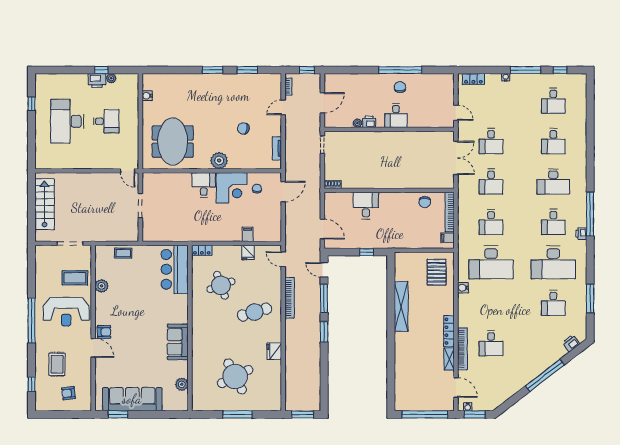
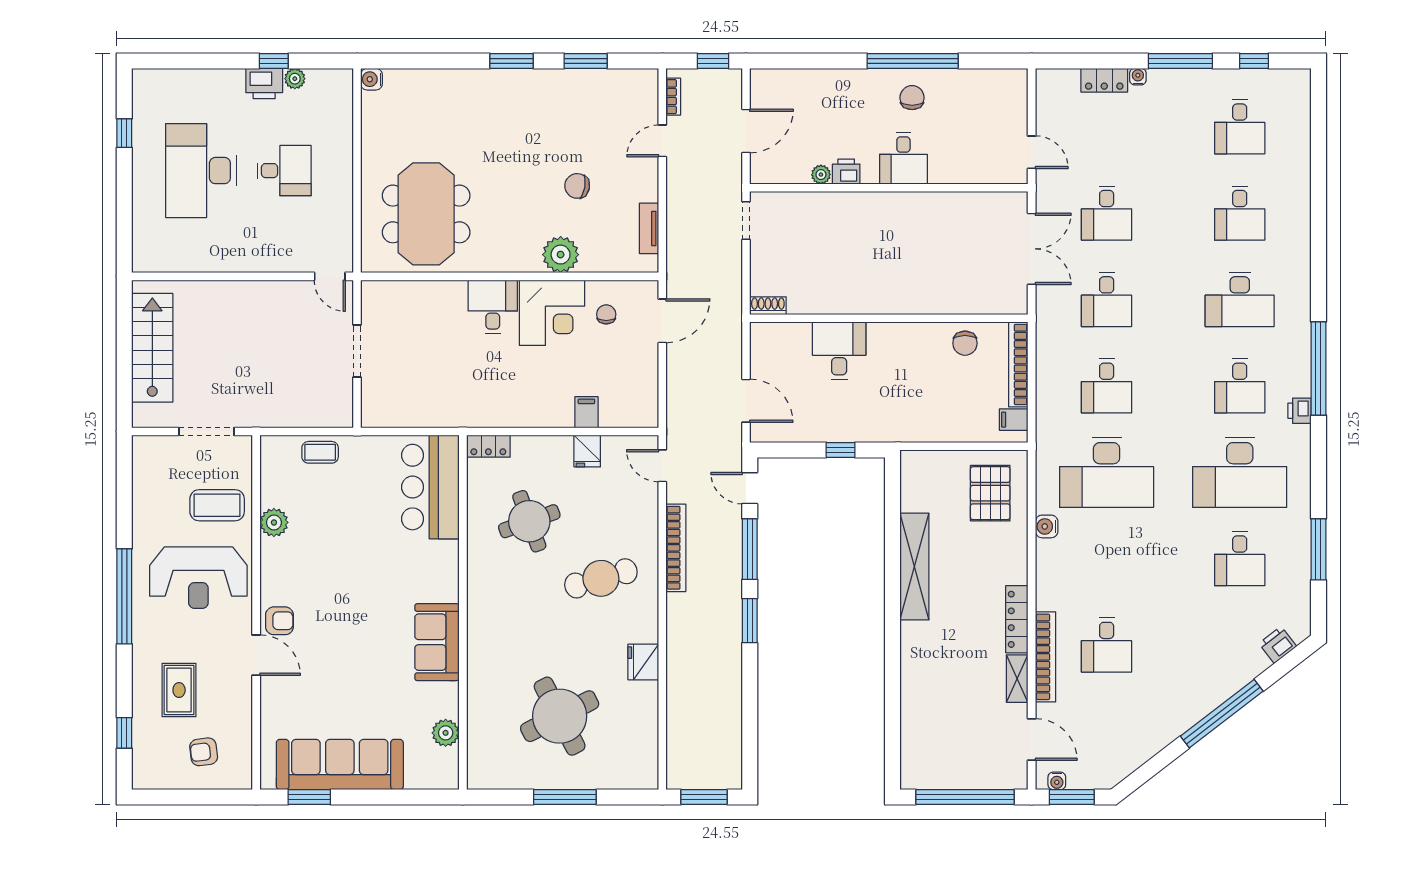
locker: (473, 79) -> (1104, 80), moved
water cooler: (147, 96) -> (372, 79), moved
plant: (219, 161) -> (561, 255), moved

